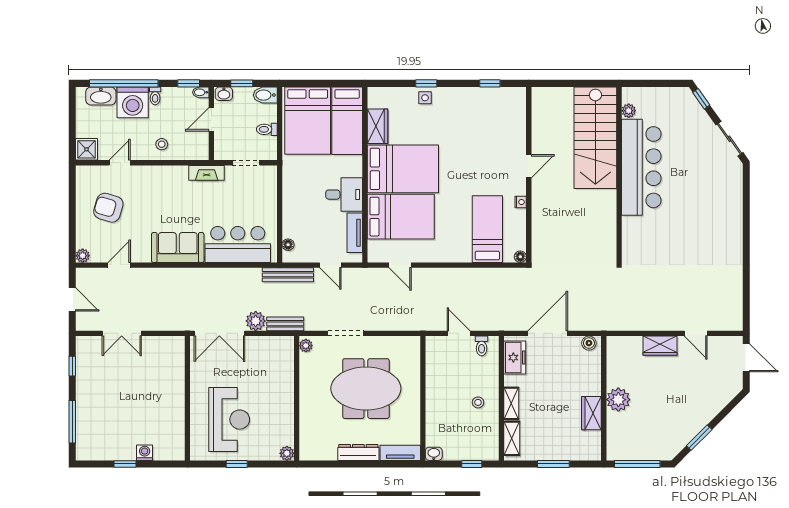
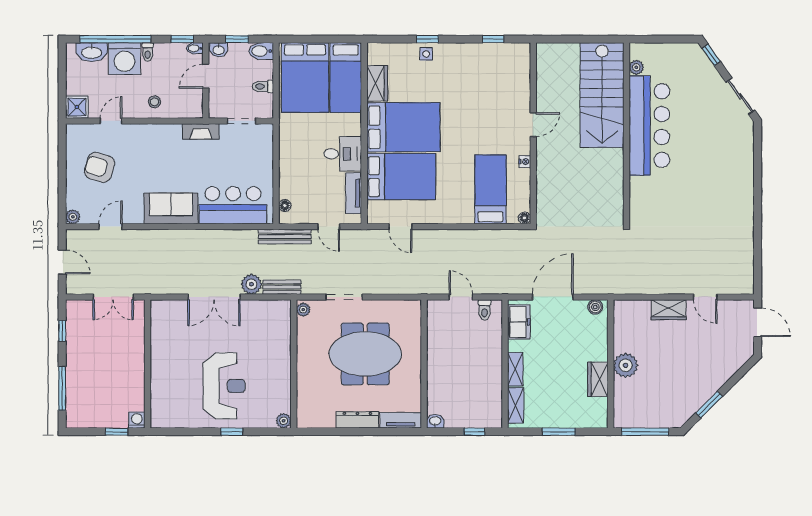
wall: (187, 398) -> (148, 364), moved
stool: (478, 402) -> (481, 368), removed

